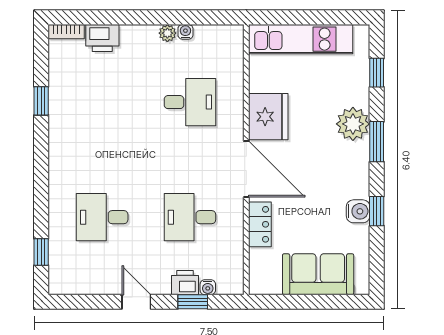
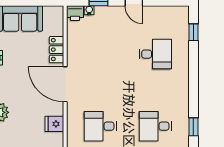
fridge: (268, 117) -> (54, 124), width x0.53, depth x0.75
desk: (190, 217) -> (155, 126), moved, turned 180
printer: (185, 283) -> (75, 13), moved

